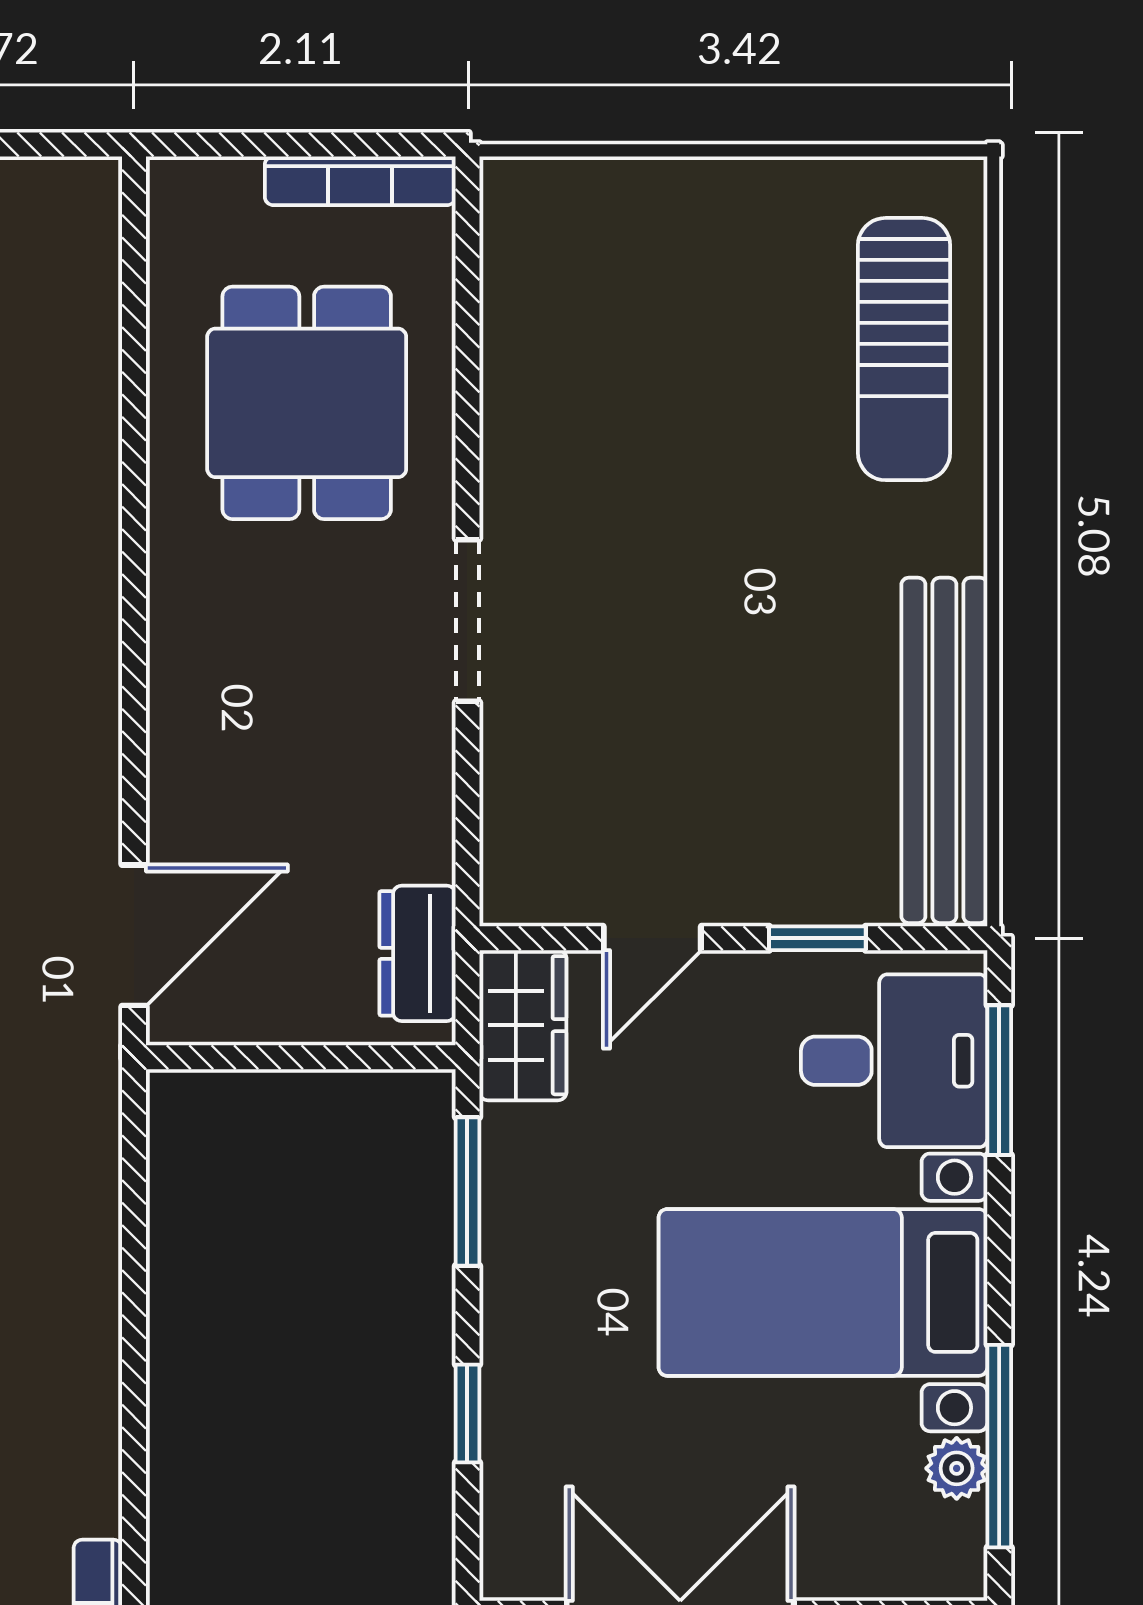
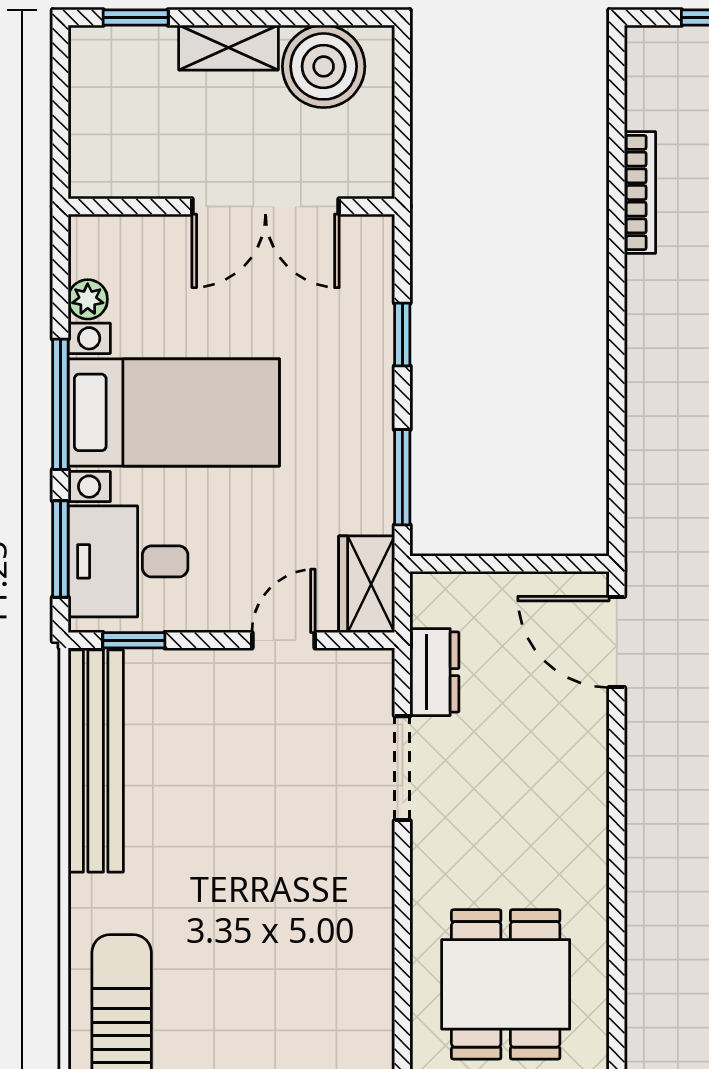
doorway: (467, 620) -> (402, 768), moved
door: (134, 935) -> (617, 642), hinge flipped
window: (817, 938) -> (134, 640), moved
dresser: (417, 953) -> (434, 672), moved
window: (999, 1446) -> (60, 404), moved

